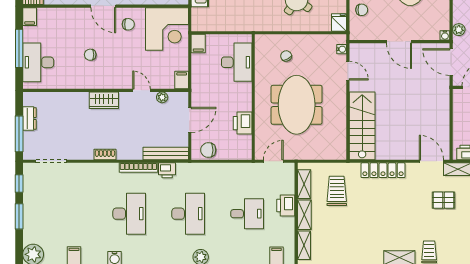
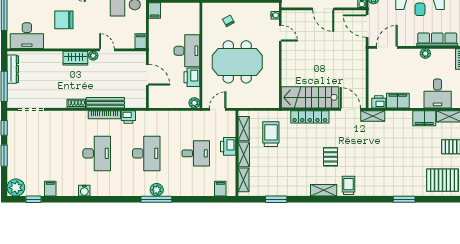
chair: (90, 55) -> (64, 20), width x1.87, depth x1.87
desk: (38, 62) -> (27, 36), moved, turned -90
desk: (237, 62) -> (187, 51), moved
plant: (162, 97) -> (93, 56), moved
meeting table: (297, 105) -> (237, 62), turned 90
dresser: (29, 119) -> (13, 69), width x1.44
door: (190, 120) -> (147, 75), hinge flipped
stairs: (362, 126) -> (310, 97), moved, turned -90
chair: (208, 150) -> (163, 100), removed
bench: (166, 153) -> (105, 103), moved
plant: (246, 154) -> (194, 103), added
pallet: (443, 200) -> (330, 157), moved, turned 90

